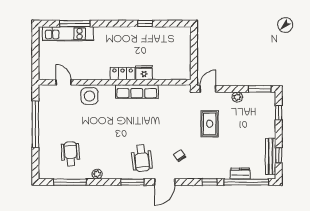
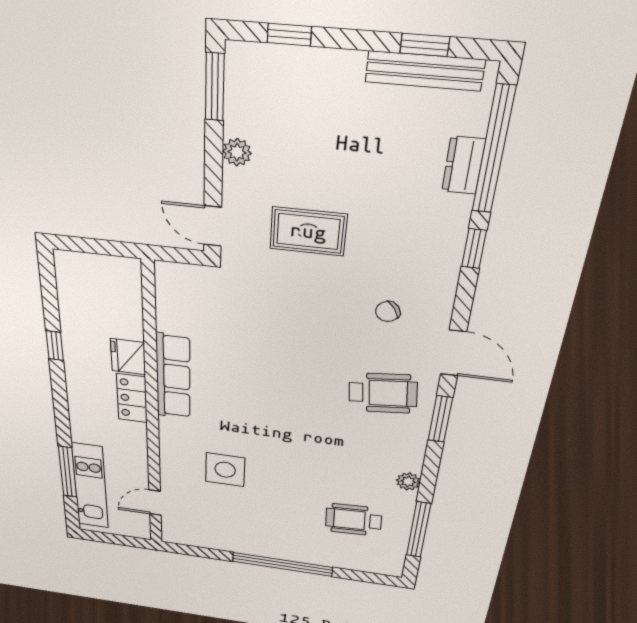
fridge: (144, 73) -> (128, 357), moved
locker: (123, 74) -> (132, 398), moved
door: (64, 82) -> (155, 503), moved
wall: (115, 82) -> (152, 415), moved
row of seats: (137, 92) -> (173, 377), moved

